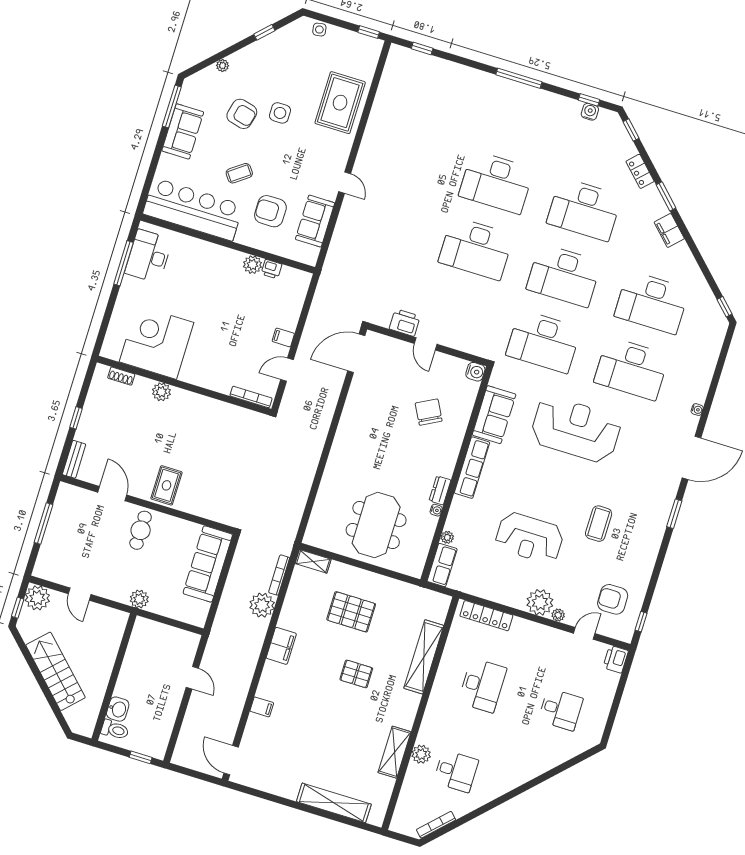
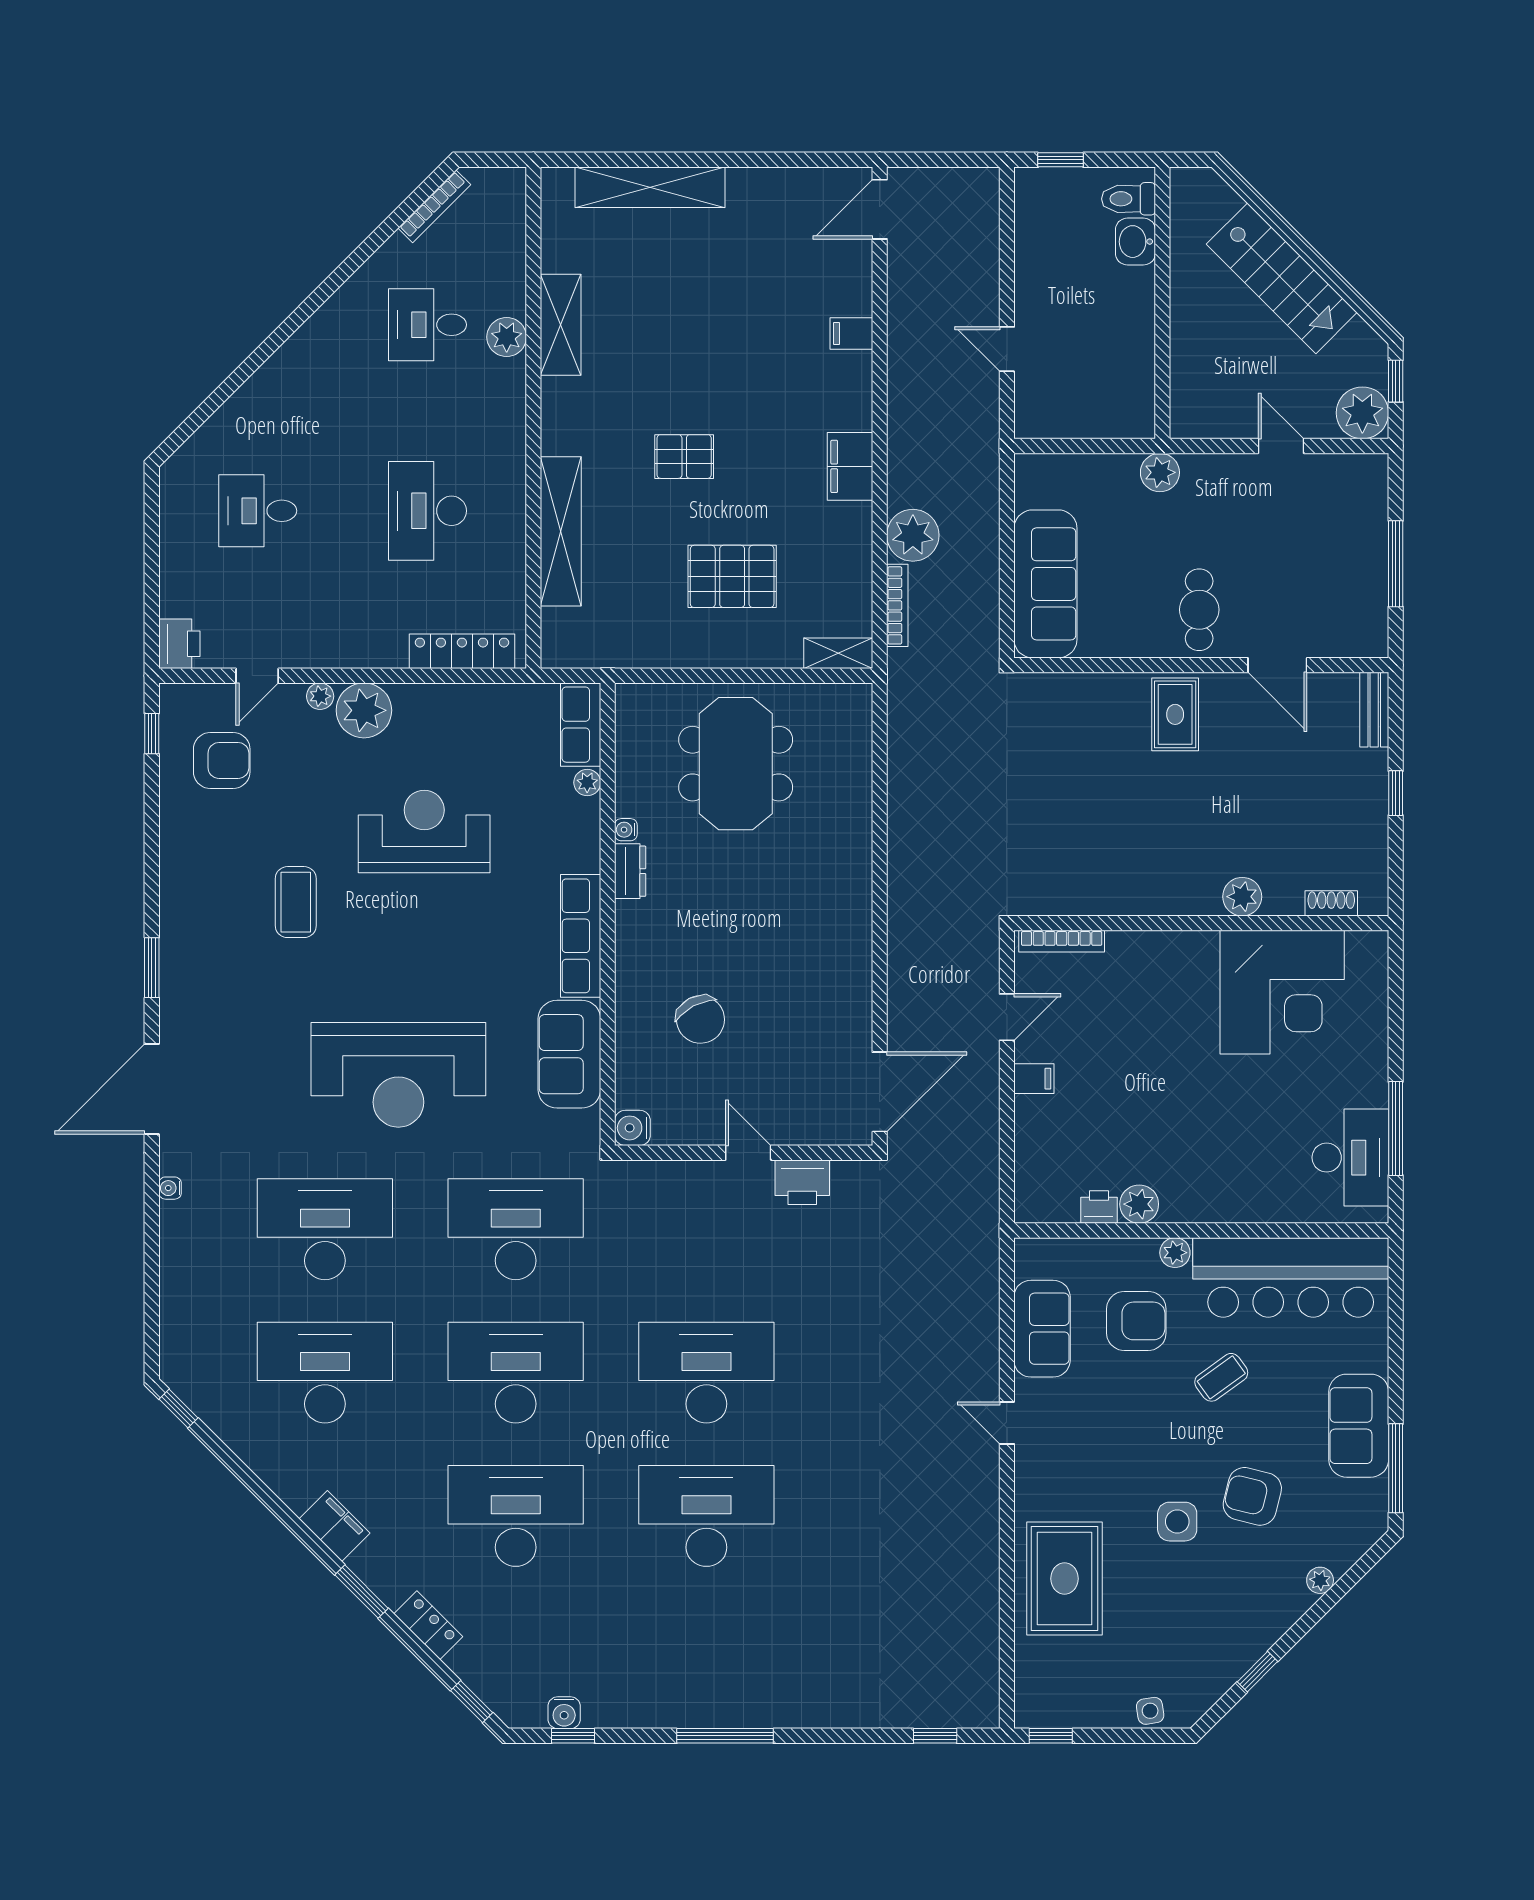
plant: (243, 237) -> (1175, 1253), added
door: (231, 760) -> (880, 209), swing flipped

